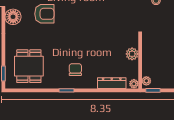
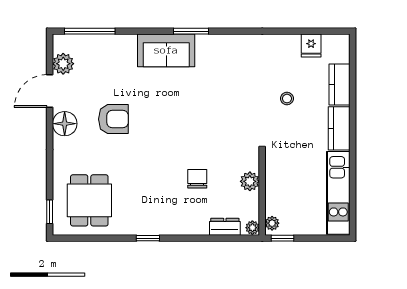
chair: (75, 70) -> (197, 179), moved
dresser: (112, 83) -> (225, 227), width x0.70

